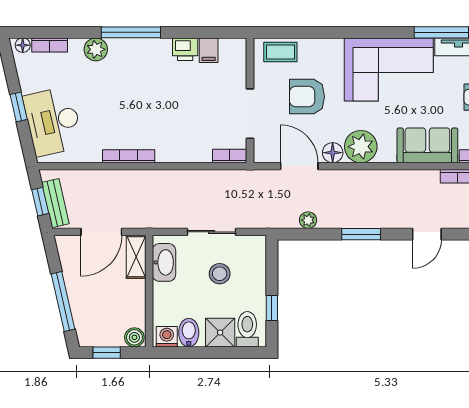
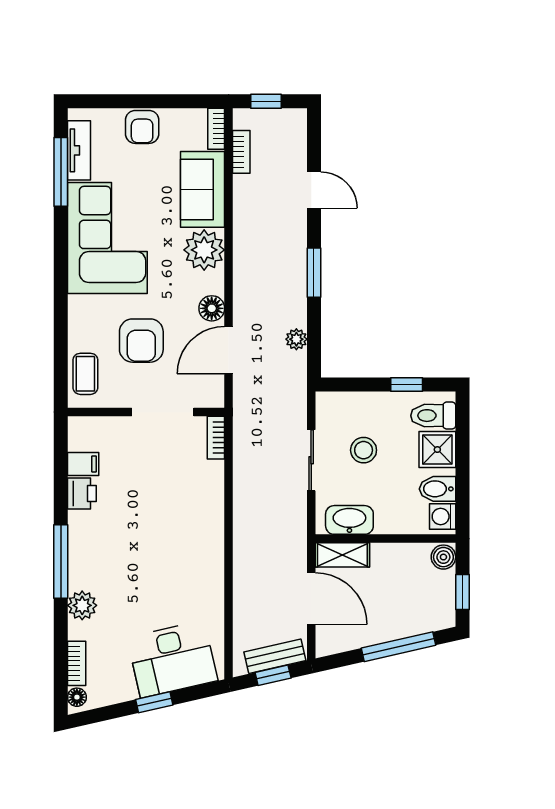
plant: (361, 147) -> (204, 250), moved
bookcase: (129, 156) -> (216, 564), removed

